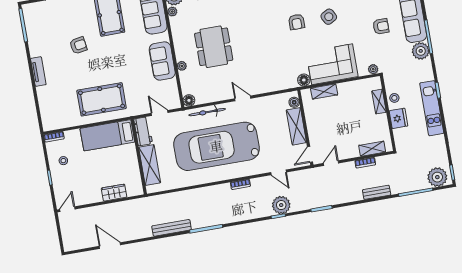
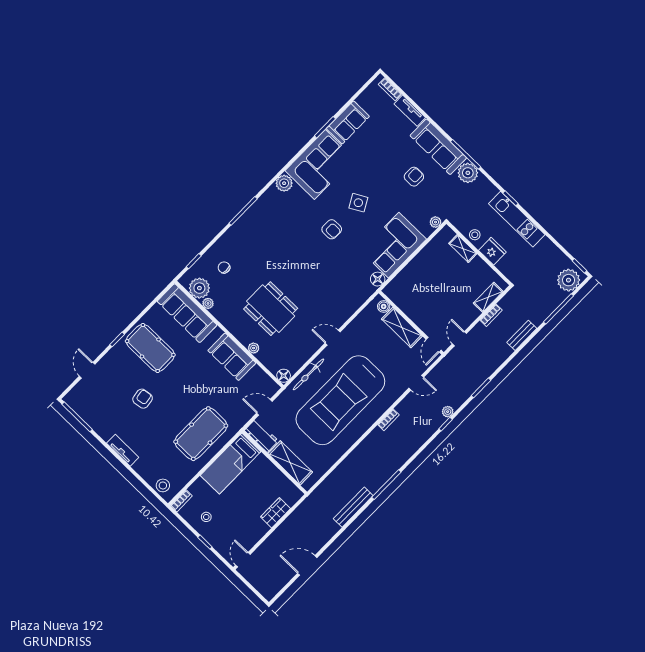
shelving: (324, 92) -> (405, 276), removed
stool: (49, 117) -> (163, 485), added
plant: (281, 205) -> (448, 412), width x0.53, depth x0.53

